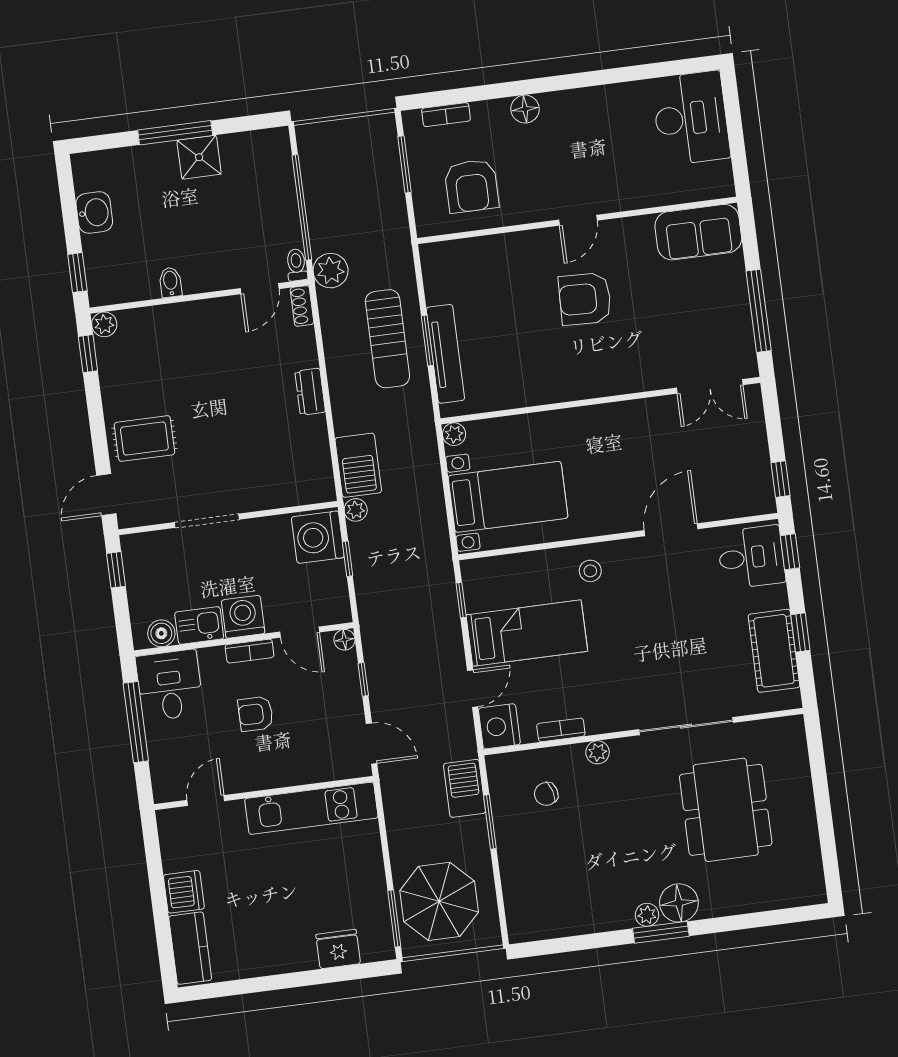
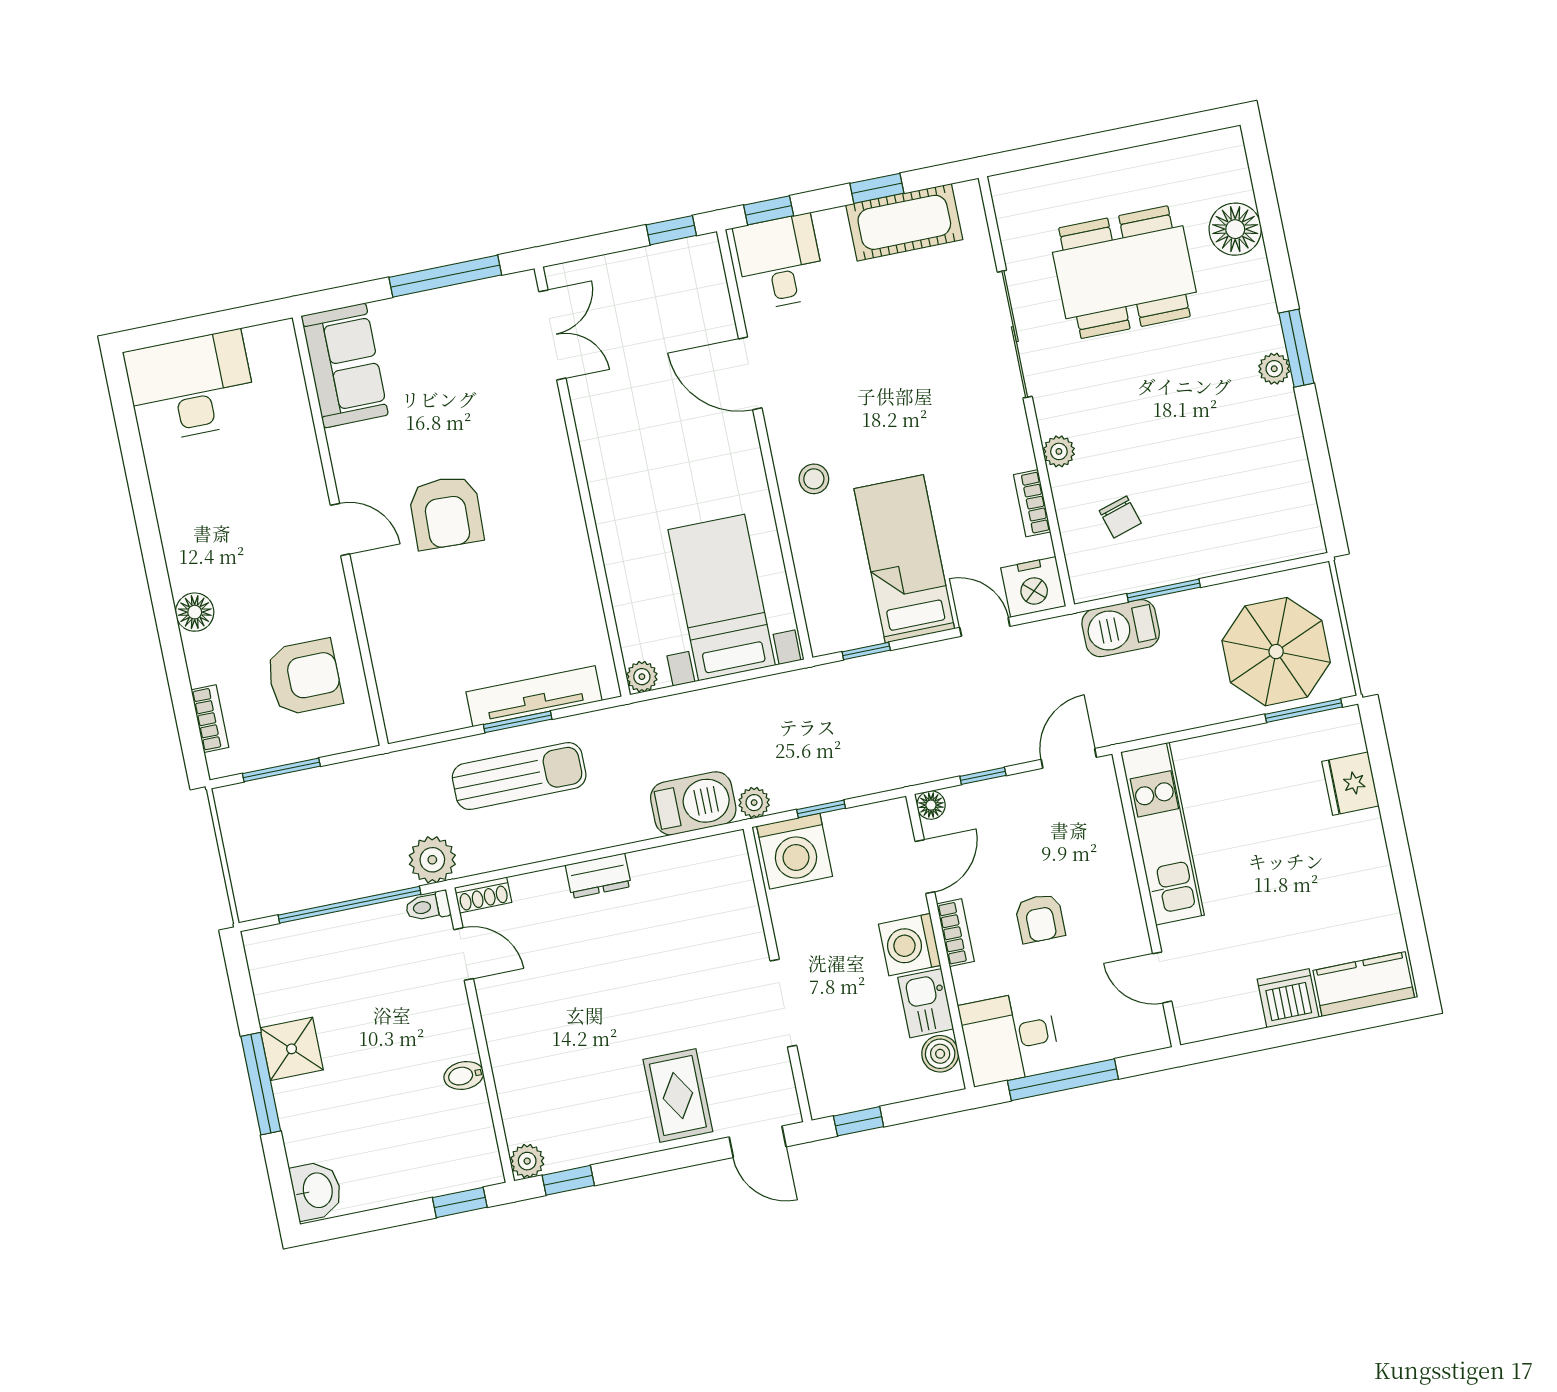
washbasin: (94, 213) -> (316, 1191), moved, turned 90
floor lamp: (679, 903) -> (1235, 229), moved

